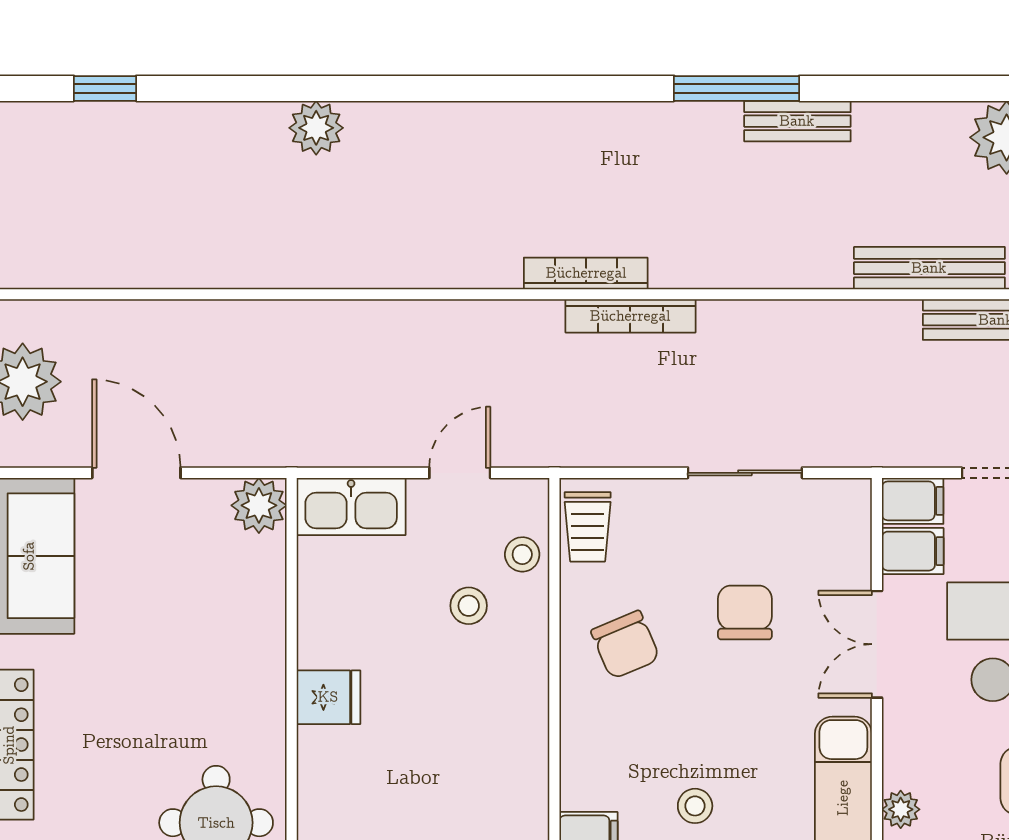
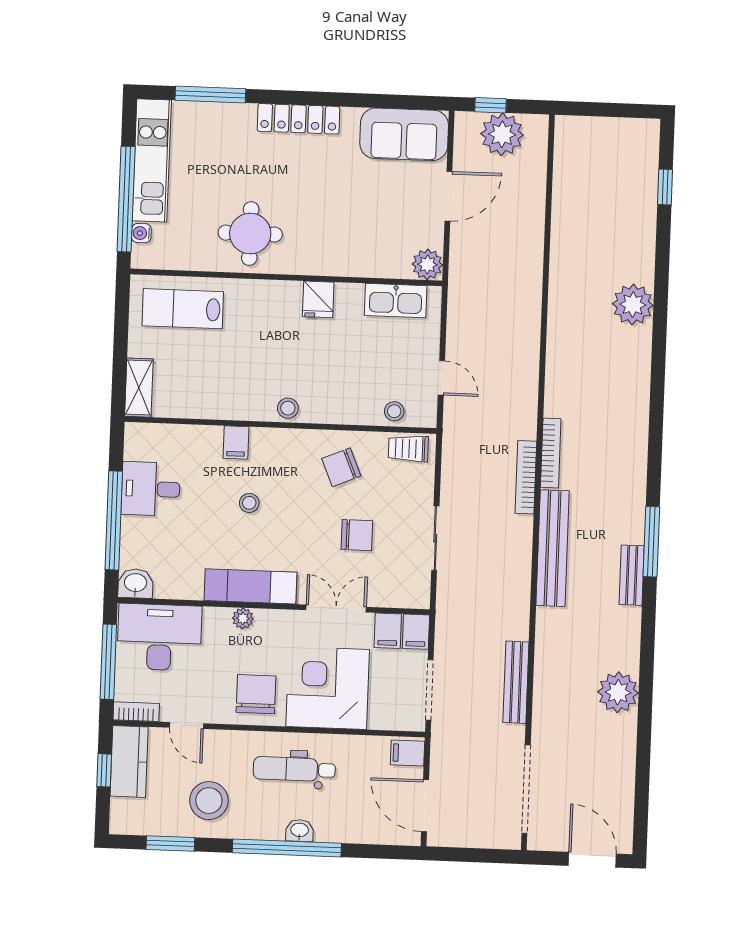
plant: (316, 128) -> (633, 305), width x1.36, depth x1.36
bench: (929, 268) -> (553, 548), moved, width x1.37, depth x1.21
kitchen sink: (351, 507) -> (396, 301), moved, turned -90
stool: (469, 606) -> (288, 408), moved

